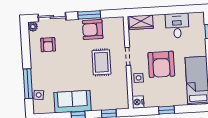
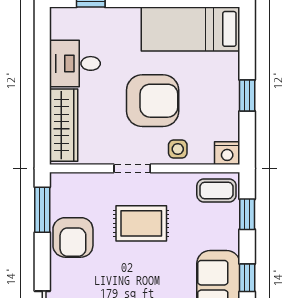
window: (89, 15) -> (42, 210), moved
wardrobe: (141, 22) -> (64, 125), width x1.50
coffee table: (120, 98) -> (216, 190), added

